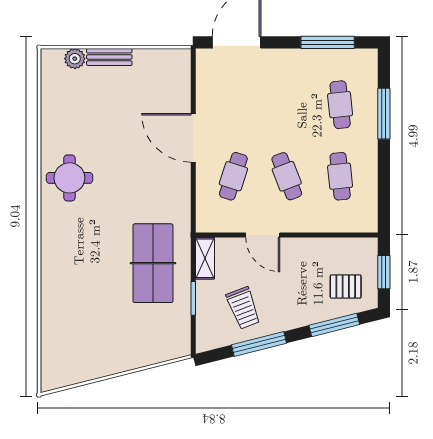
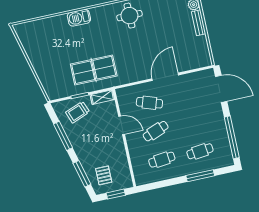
window: (328, 42) -> (232, 137), width x1.46
door: (263, 235) -> (122, 125), swing flipped
barbecue: (54, 269) -> (79, 18), added
trolley: (243, 308) -> (78, 112), moved

